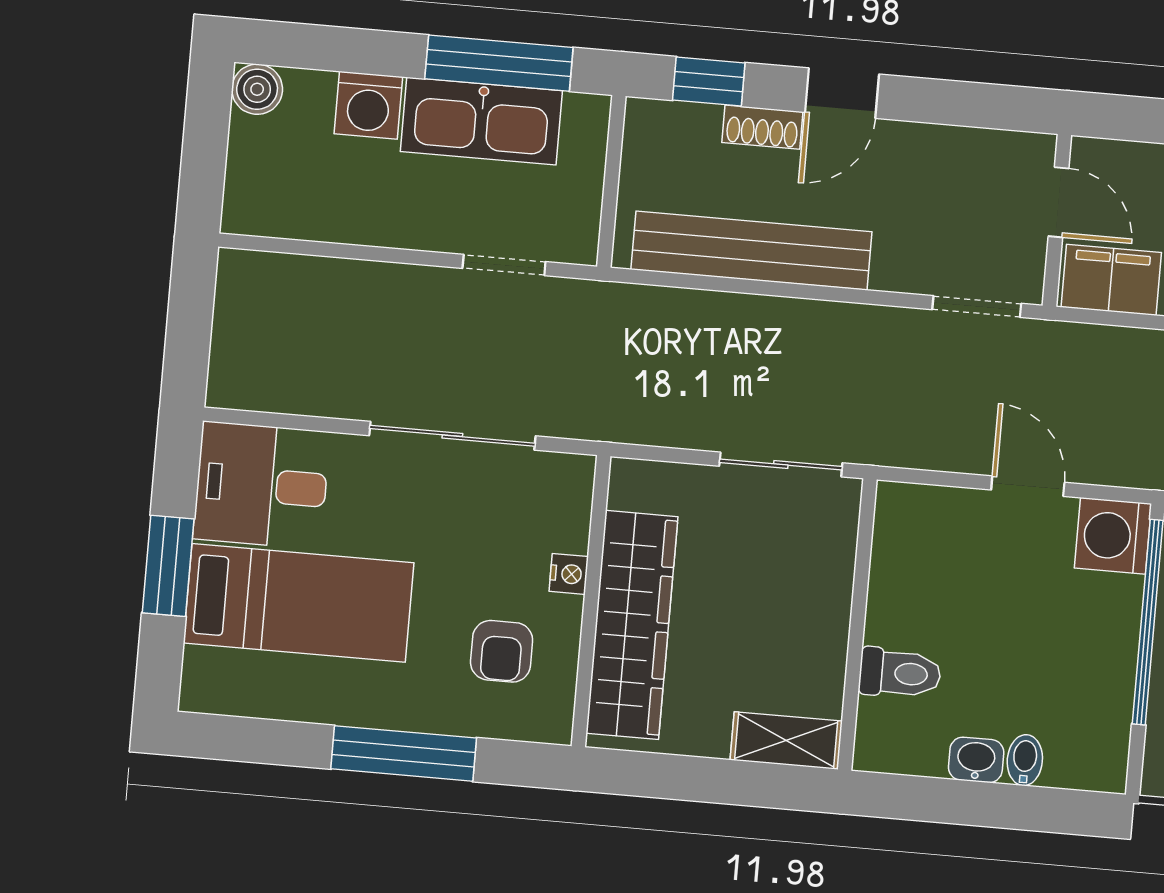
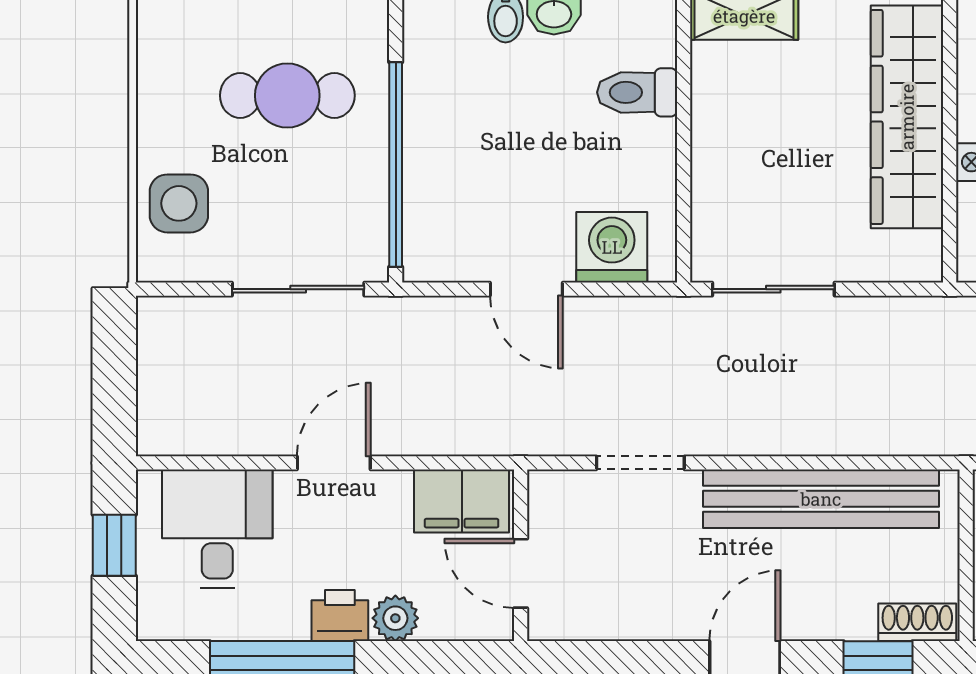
shoe rack: (762, 127) -> (917, 622), moved
doorway: (977, 306) -> (640, 463), moved
washing machine: (1113, 536) -> (612, 247), moved, turned -90

